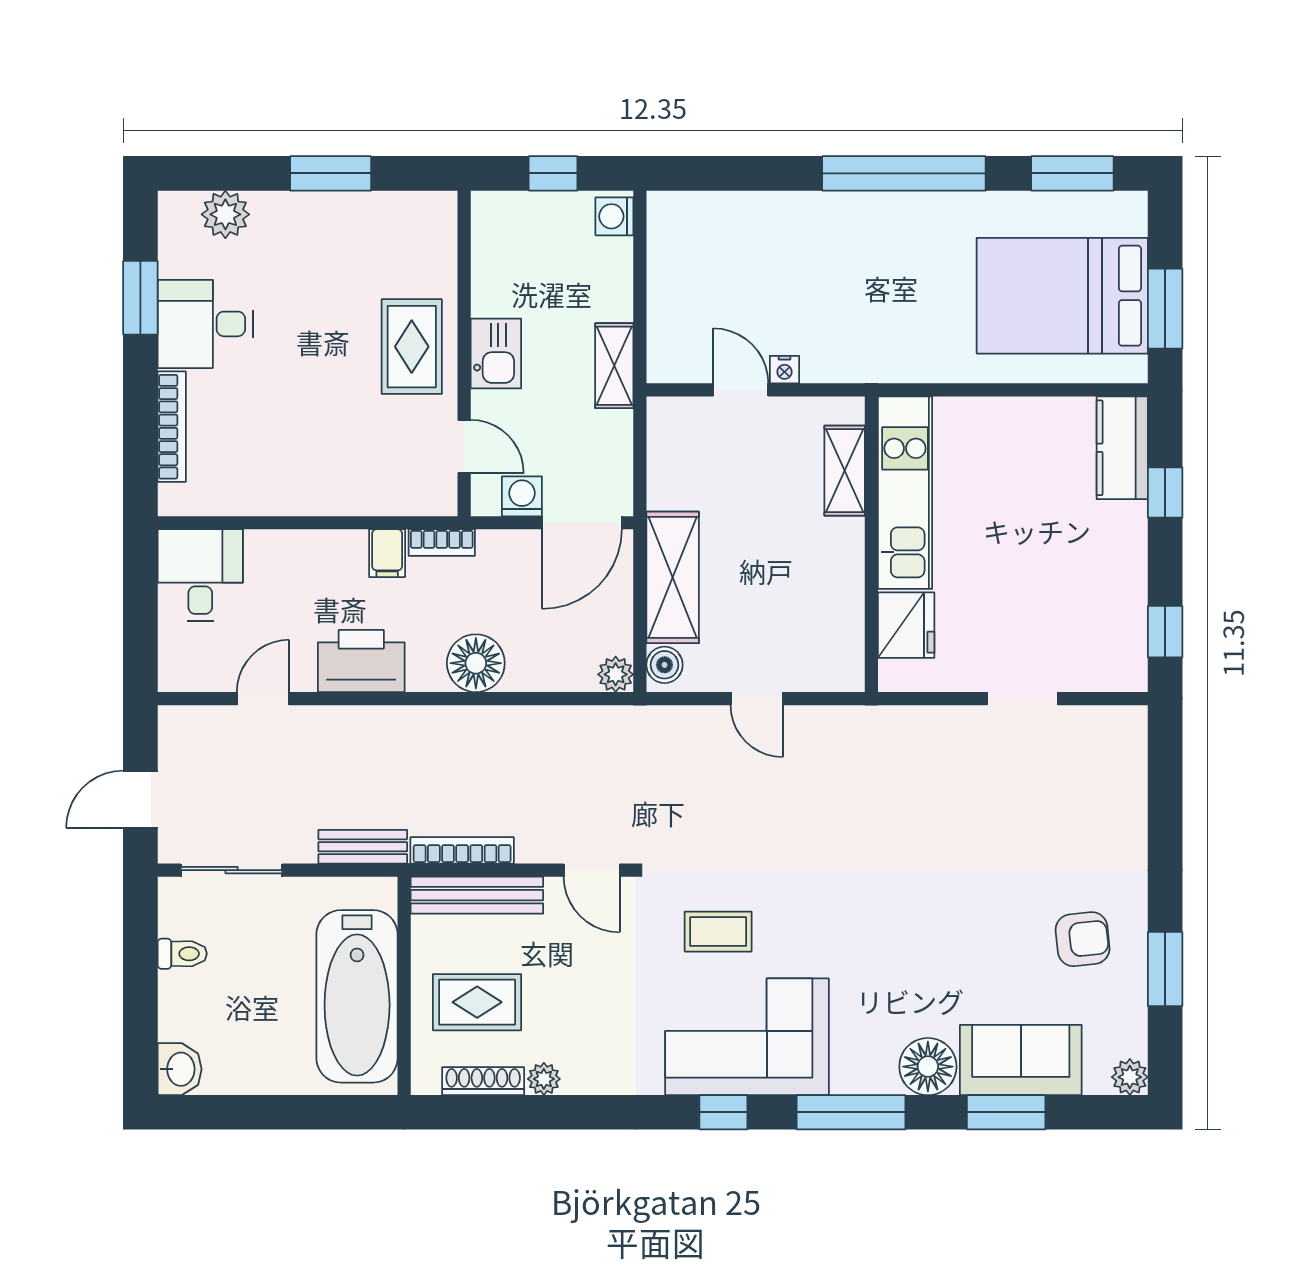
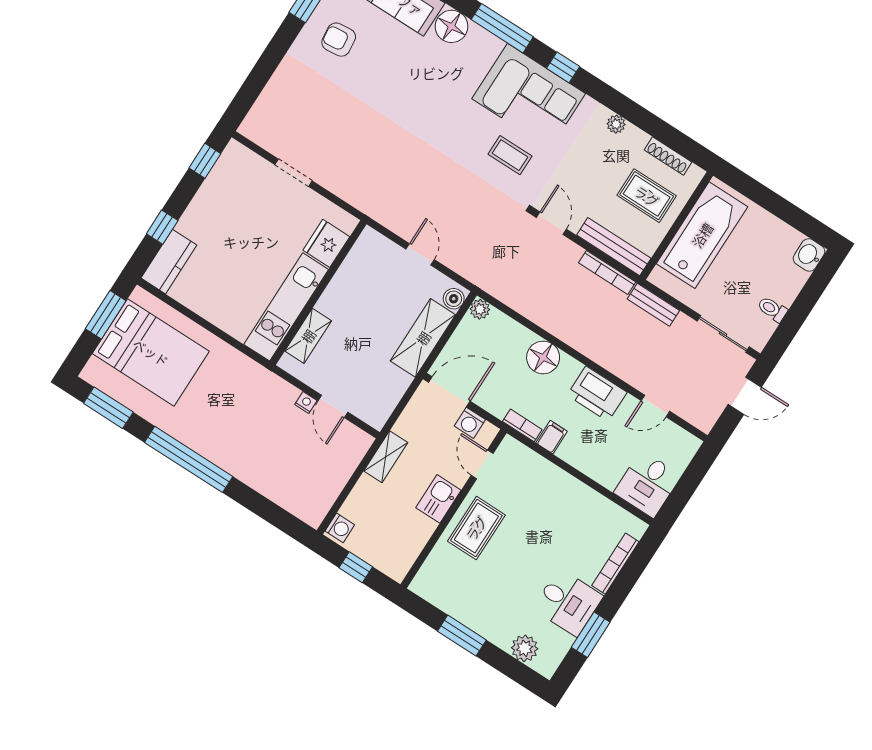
plant: (544, 1079) -> (616, 124), moved

